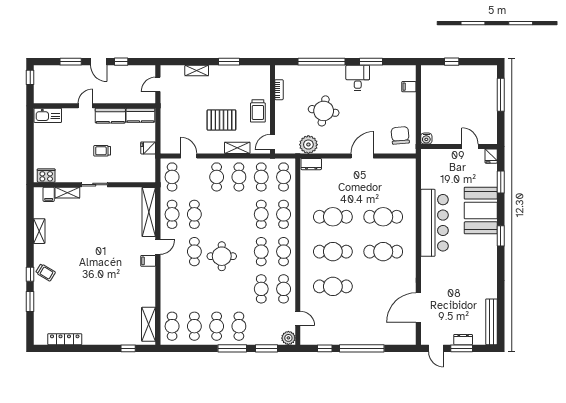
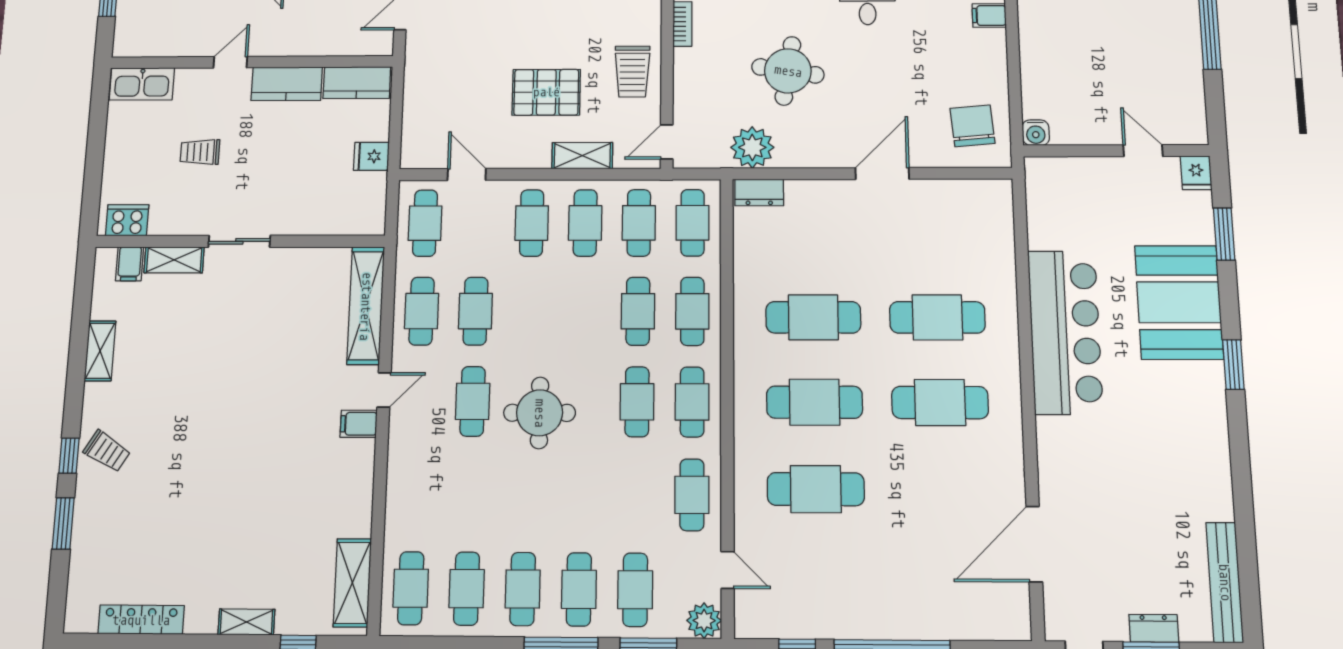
trolley: (102, 151) -> (200, 152), moved
cafe table: (261, 289) -> (635, 590), moved
shelving: (107, 340) -> (246, 622), added

